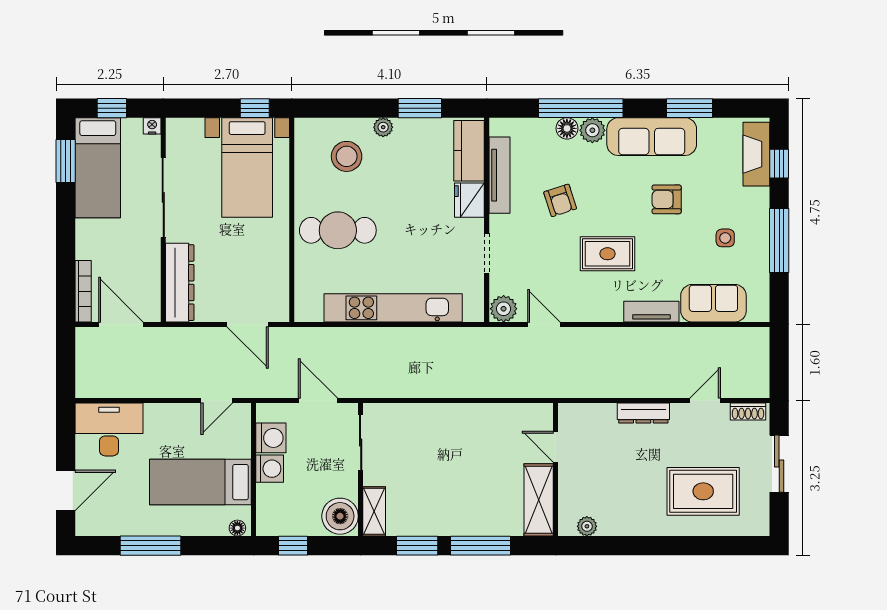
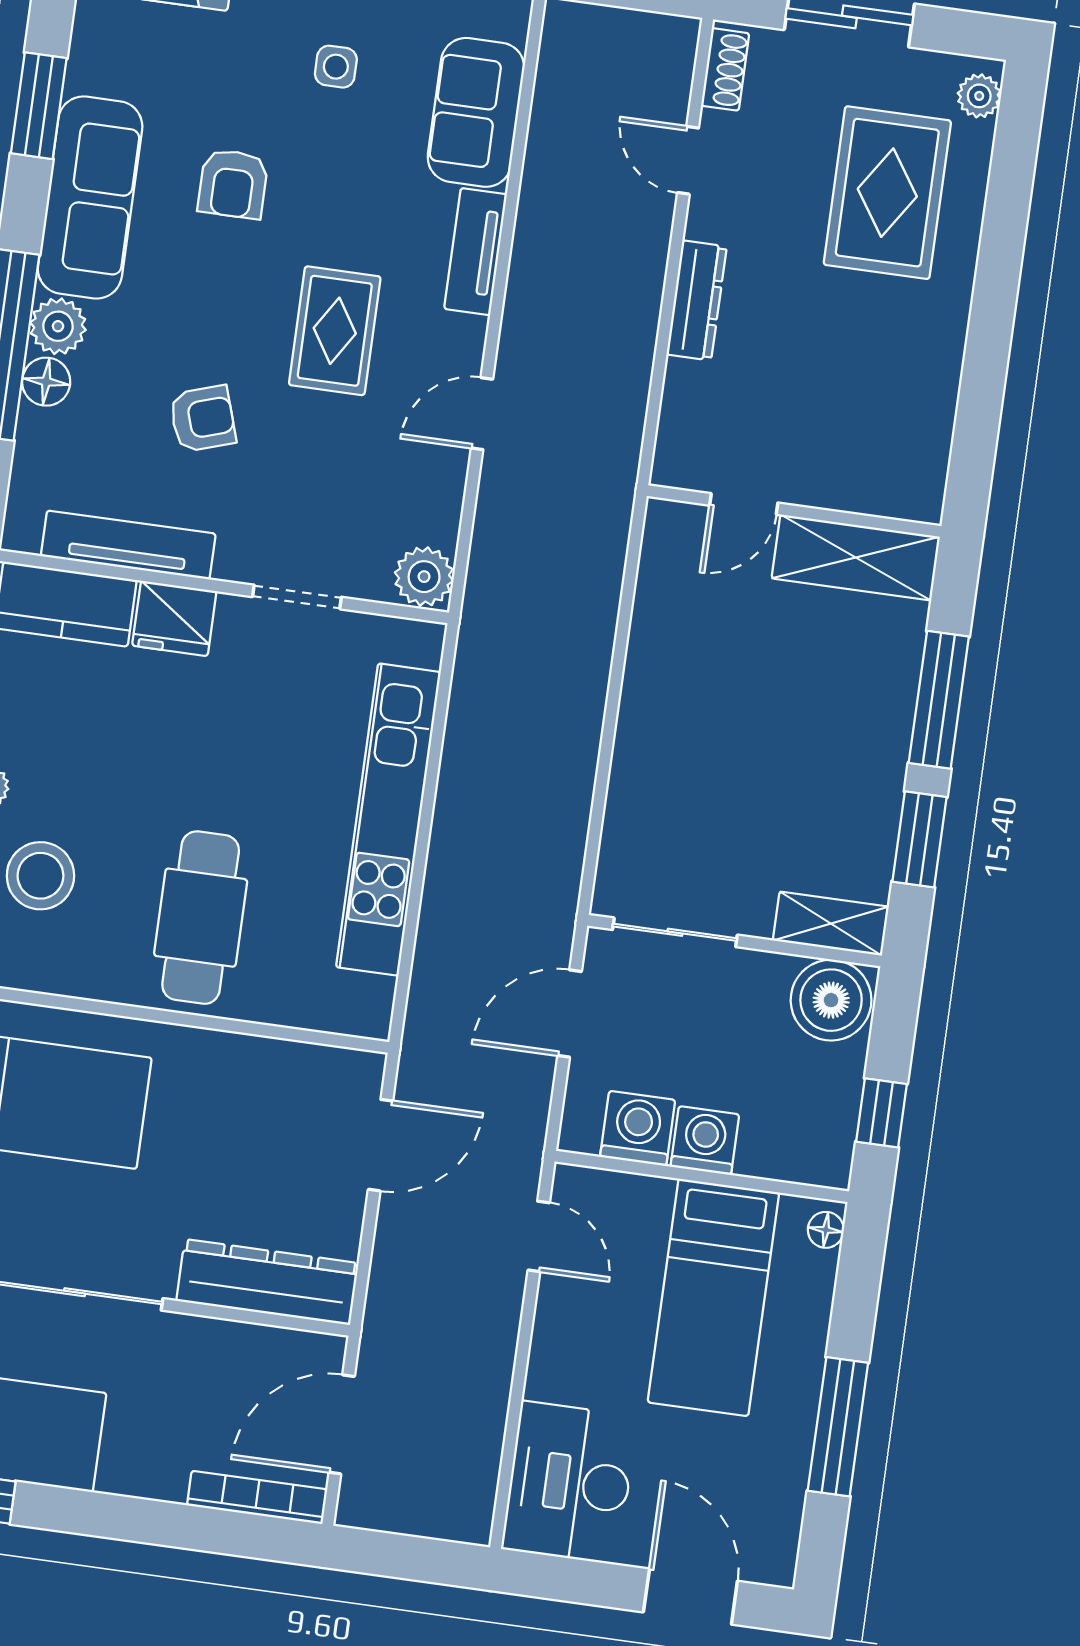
door: (544, 324) -> (482, 414), moved
plant: (587, 526) -> (979, 96), moved

